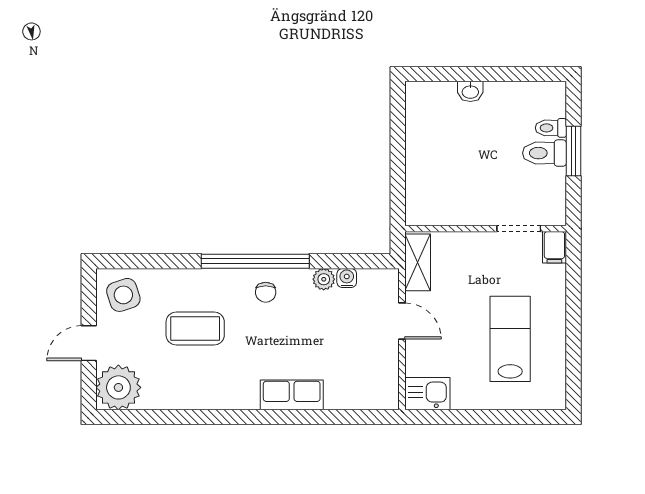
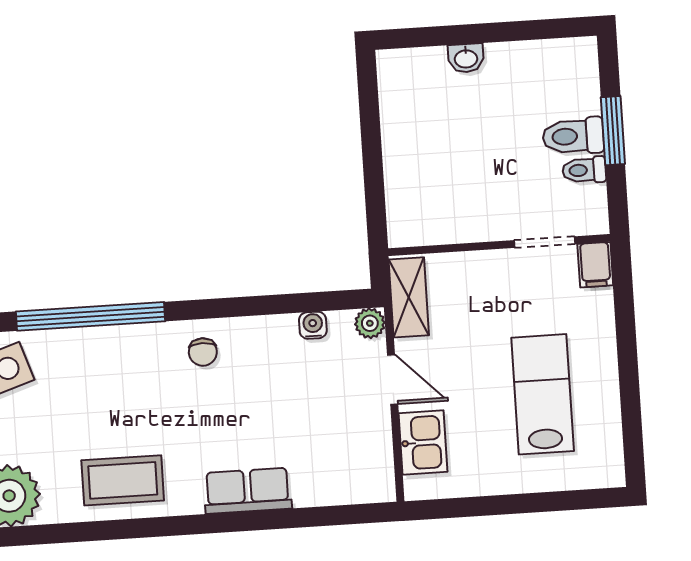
toilet: (551, 128) -> (584, 170), moved
window: (255, 261) -> (91, 316), moved
plant: (324, 279) -> (370, 323), moved
coffee table: (195, 329) -> (123, 480), moved
kitchen sink: (427, 394) -> (423, 443), moved, turned 90

